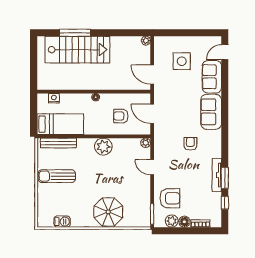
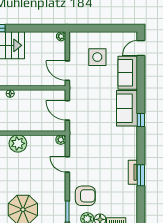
armchair: (121, 116) -> (36, 113), removed
armchair: (190, 144) -> (106, 141), removed
tv unit: (217, 175) -> (133, 172), width x0.71
window: (225, 203) -> (141, 120), moved

